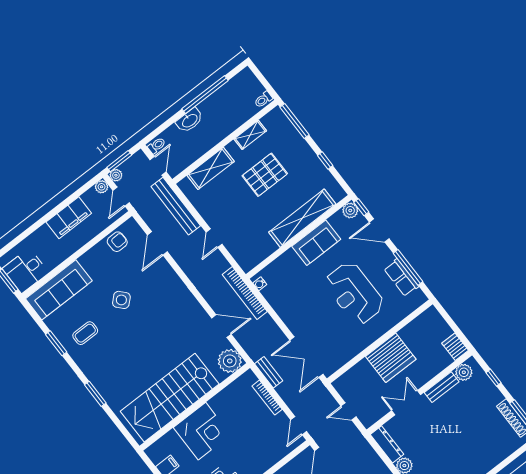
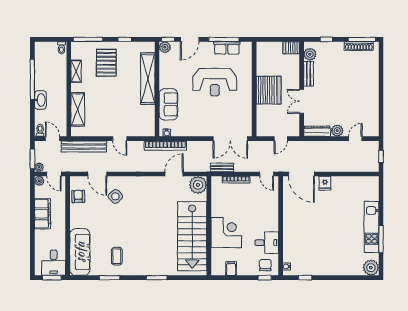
pallet: (265, 175) -> (106, 63), moved
sofa: (316, 243) -> (168, 104), moved
side table: (121, 300) -> (115, 196), moved

